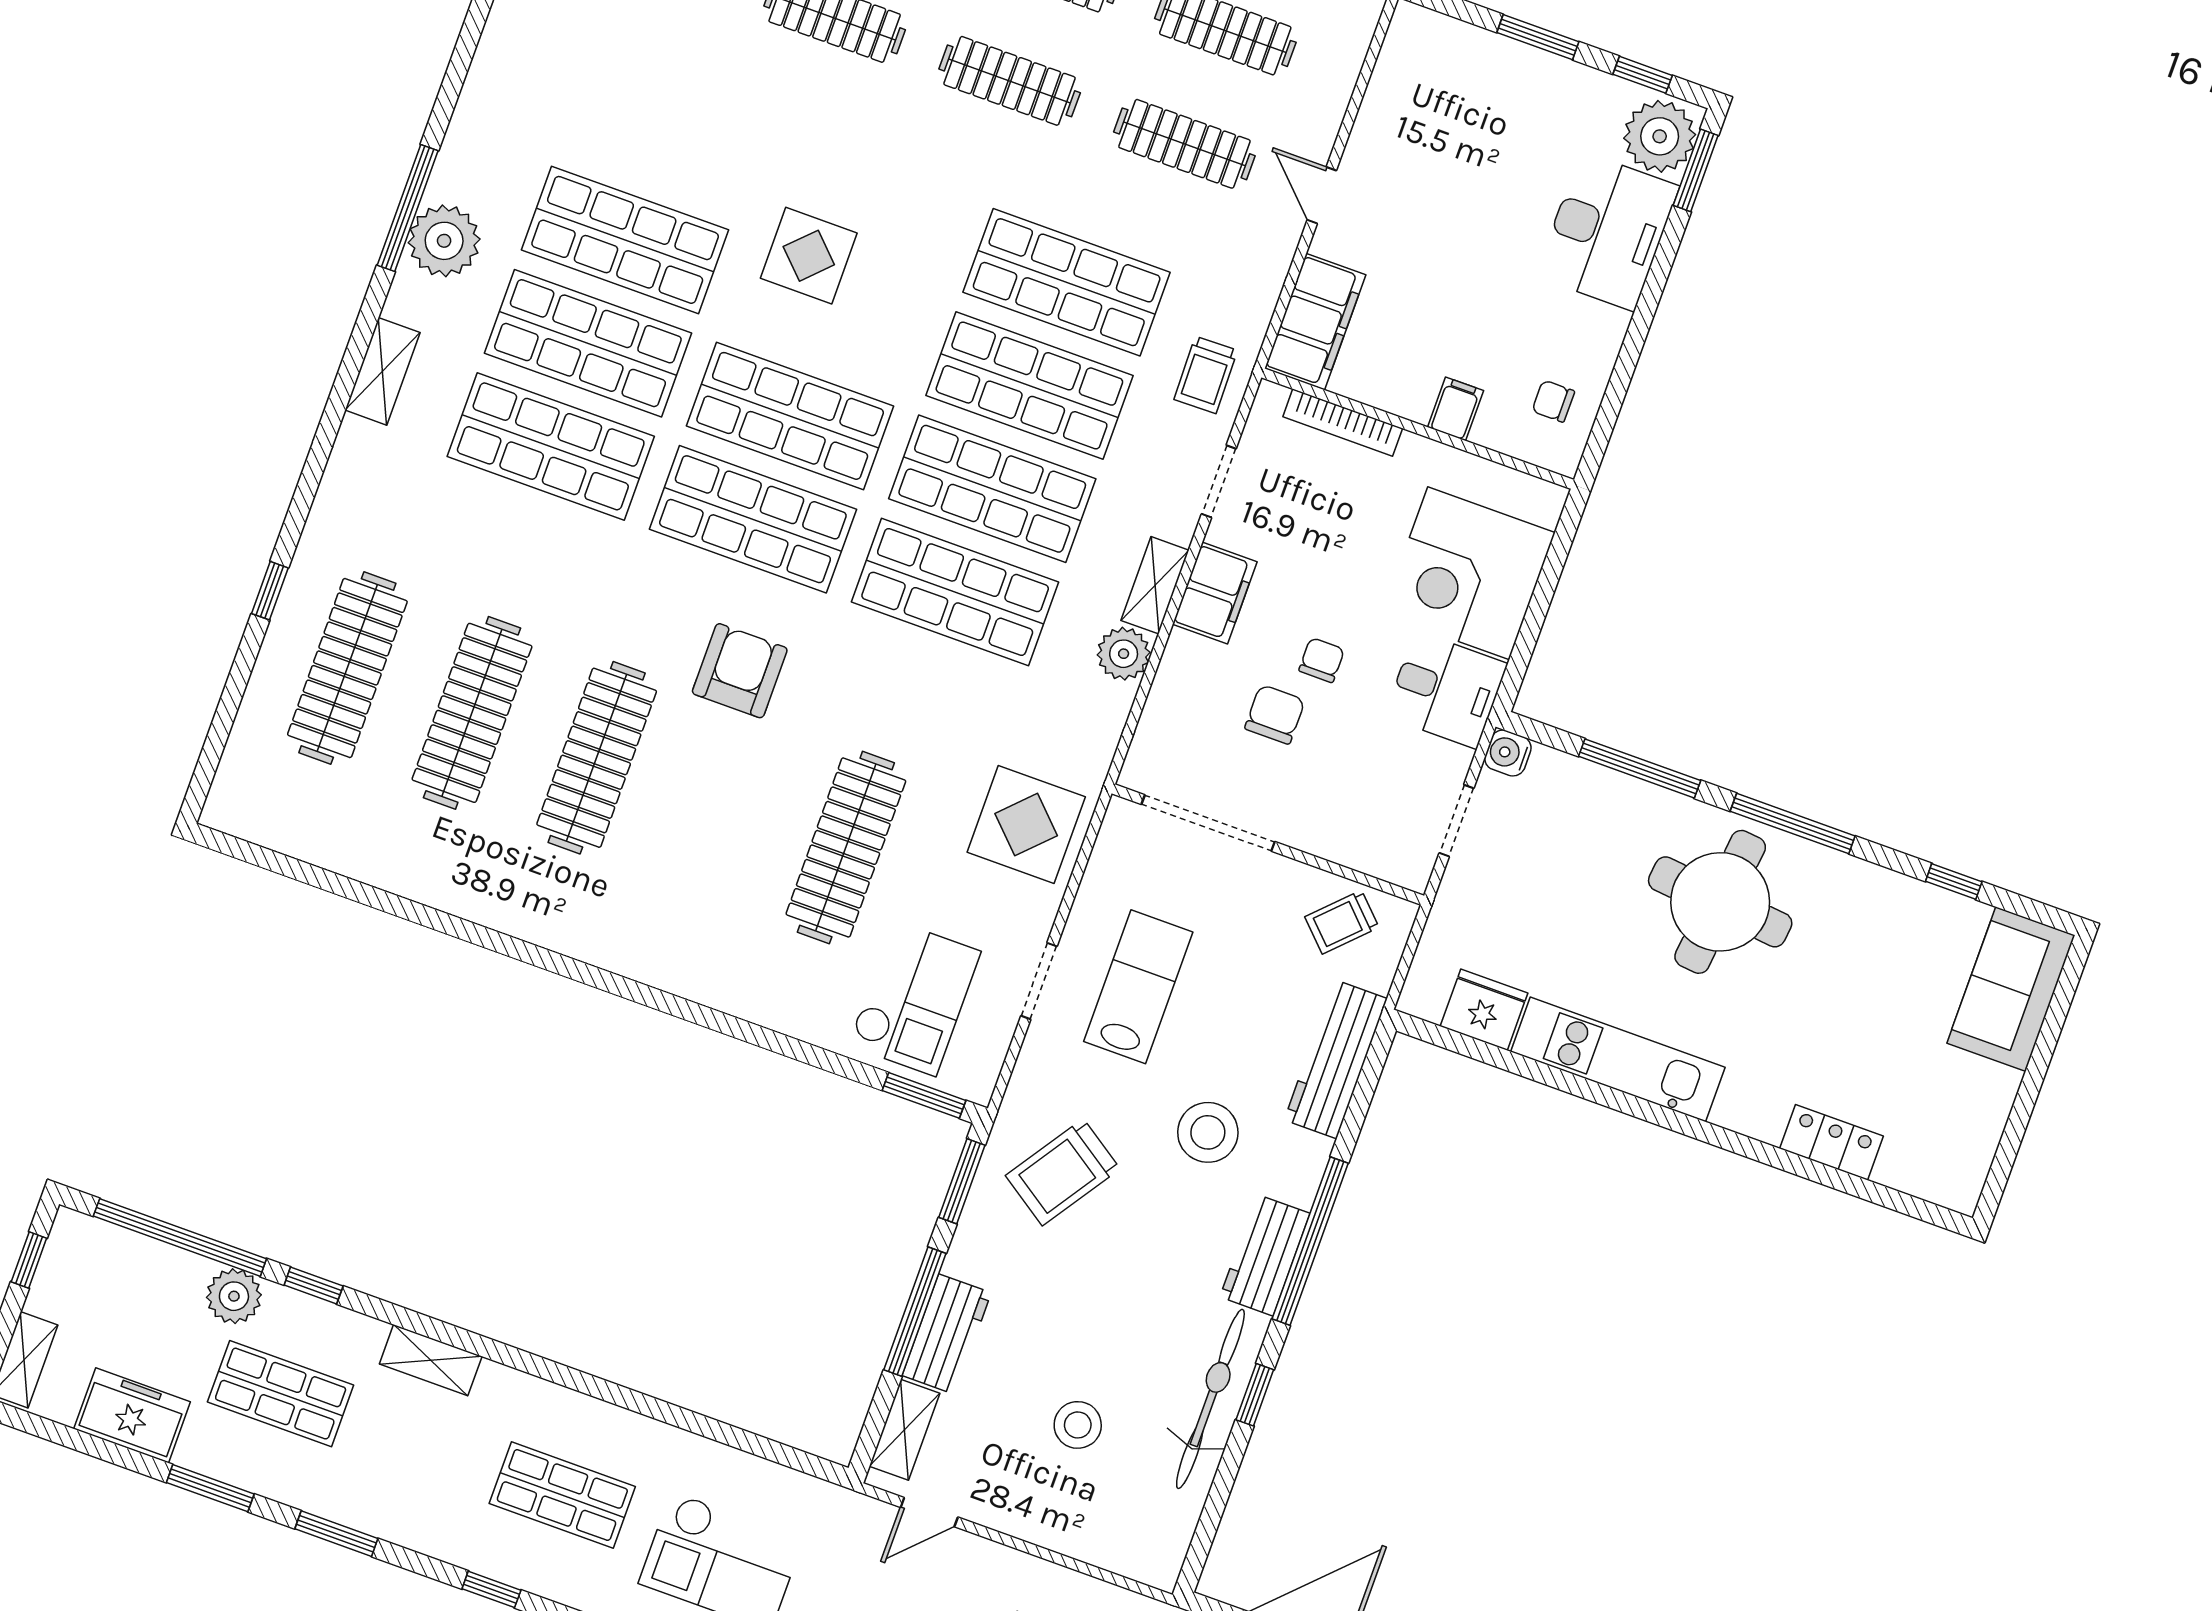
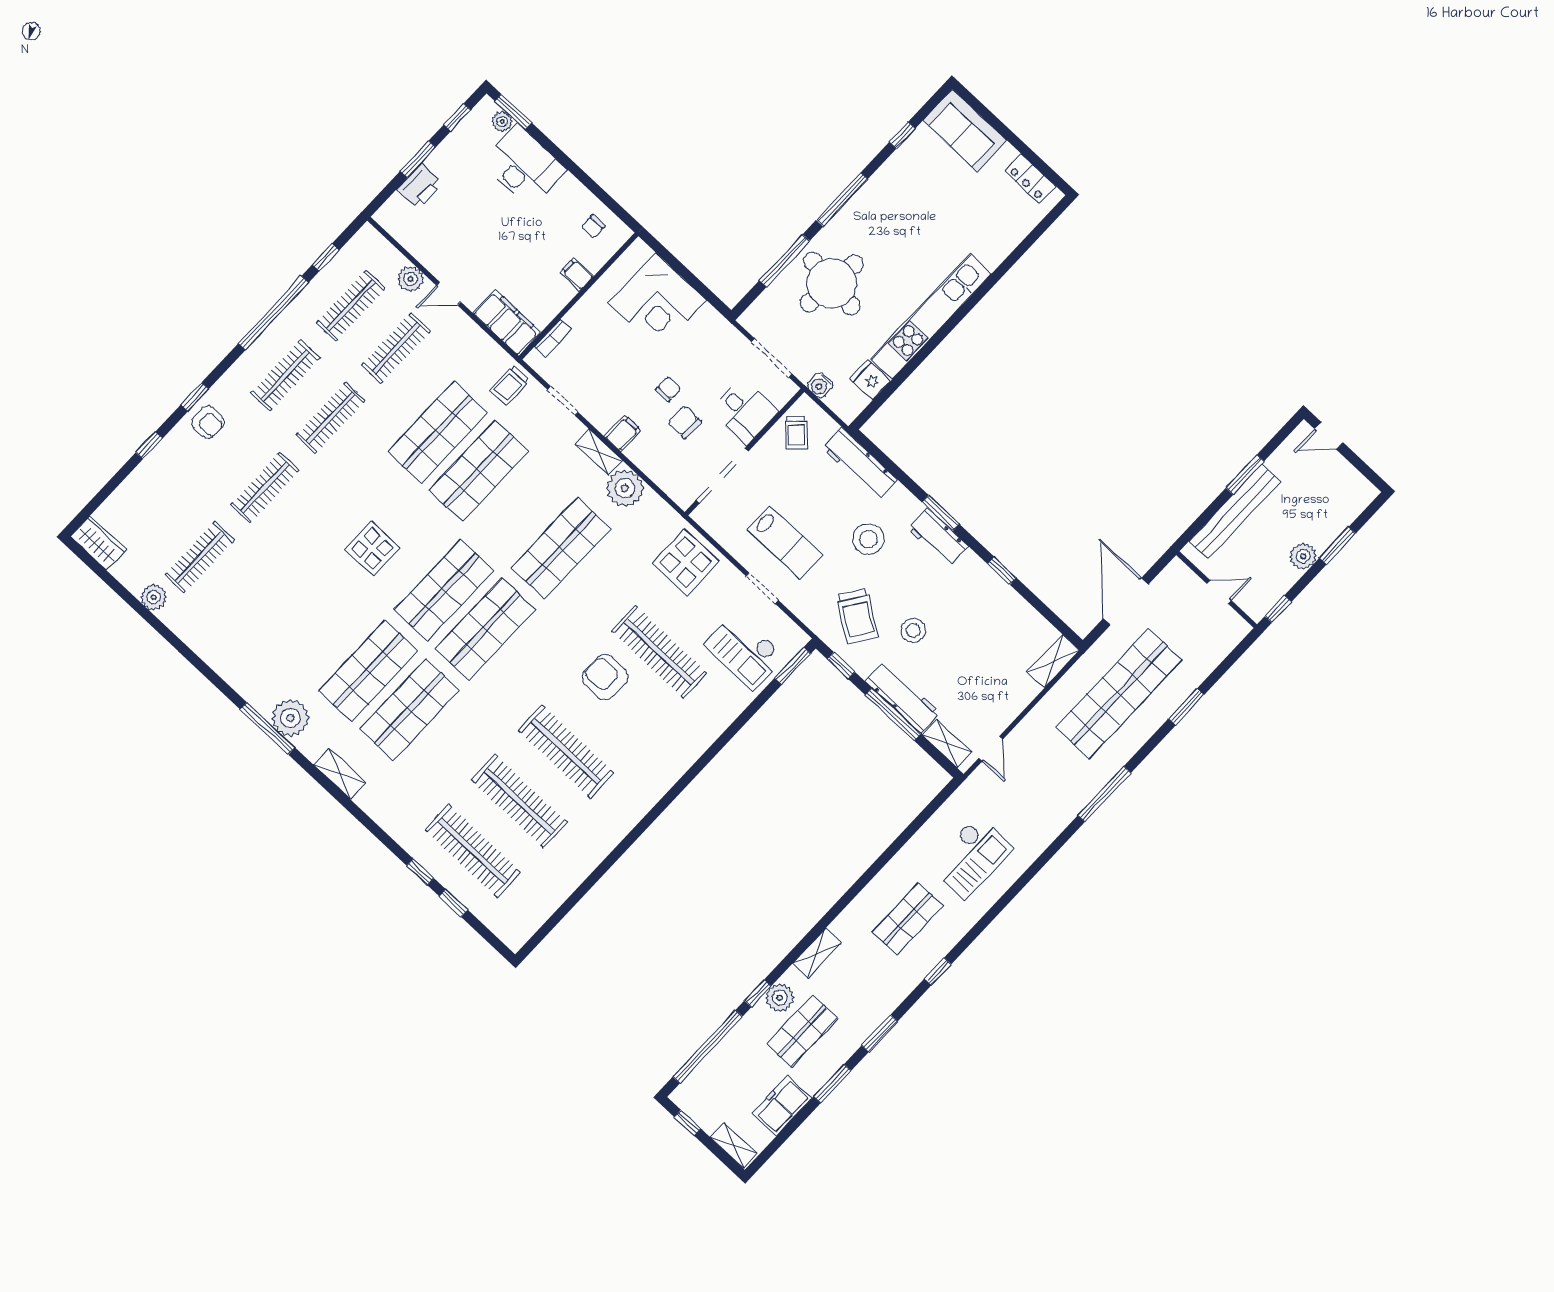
printer: (1491, 61) -> (420, 186), added
plant: (1319, 116) -> (410, 279), added
plant: (1660, 136) -> (502, 122), width x0.53, depth x0.53
shop shelf: (625, 240) -> (327, 632), removed
trolley: (1206, 375) -> (510, 385), turned 91
bookcase: (1343, 423) -> (553, 338), width x0.64
shop shelf: (992, 489) -> (520, 509), removed
filing cabinet: (1215, 593) -> (623, 433), width x0.50
plant: (1124, 654) -> (625, 488), width x1.36, depth x1.36
chair: (1322, 660) -> (668, 389), turned 90
armchair: (740, 671) -> (605, 677), moved
window: (240, 674) -> (453, 903), added
desk: (1446, 690) -> (744, 411), moved, turned 90
water cooler: (1508, 753) -> (820, 385), moved
doorway: (1456, 821) -> (772, 358), width x1.38
round table: (1720, 902) -> (832, 283), moved
lab bench: (1138, 987) -> (785, 542), turned 180
checkout: (914, 998) -> (745, 651), turned 180
fridge: (1484, 1010) -> (870, 380), width x0.72
kitchen unit: (1618, 1059) -> (931, 316), width x1.36
locker: (1831, 1142) -> (1030, 179), moved, turned -90
window: (962, 1181) -> (841, 666), width x0.67
window: (1310, 1241) -> (941, 513), width x0.47
plant: (234, 1296) -> (780, 998), moved
workbench: (947, 1334) -> (903, 697), width x1.38
bicycle: (1210, 1399) -> (995, 593), removed
stool: (1078, 1425) -> (913, 630), moved
shelving: (1133, 1557) -> (1054, 661), added

